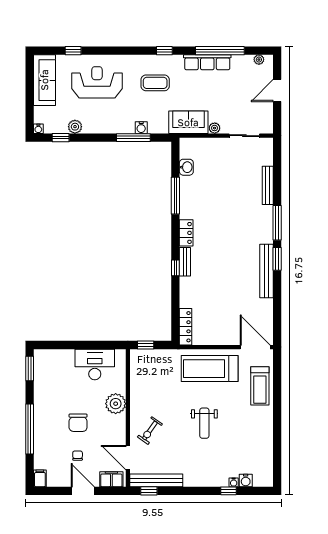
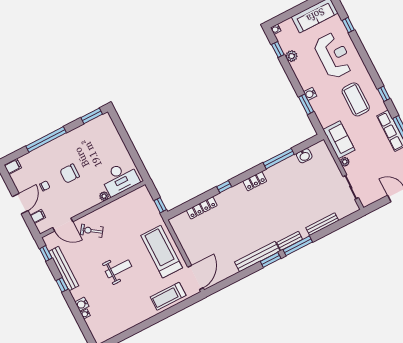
coffee table: (155, 83) -> (356, 99), width x1.36, depth x1.32
water cooler: (141, 128) -> (310, 94), moved
window: (133, 138) -> (306, 104), width x0.69
bench: (185, 262) -> (290, 241), moved
locker: (185, 327) -> (202, 208), moved
window: (146, 345) -> (160, 205), moved
desk: (95, 364) -> (120, 178), moved, turned 90
plant: (116, 404) -> (104, 196), width x0.53, depth x0.53
weight bench: (204, 423) -> (118, 269), turned 180
door: (128, 458) -> (63, 225), swing flipped
filing cabinet: (111, 479) -> (38, 216), width x0.50
bench: (156, 480) -> (64, 269), moved
water cooler: (246, 481) -> (82, 304), moved
window: (228, 491) -> (62, 285), moved

